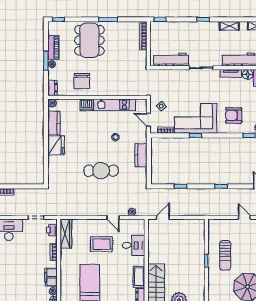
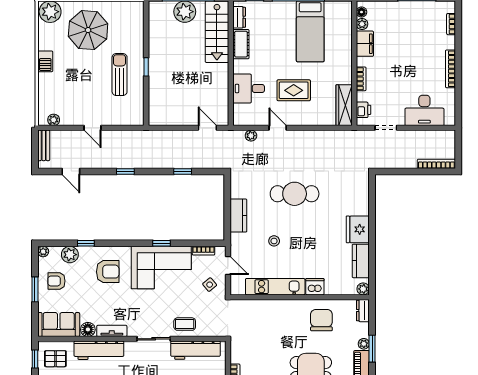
coffee table: (179, 78) -> (185, 324), added
door: (163, 217) -> (207, 128), swing flipped

